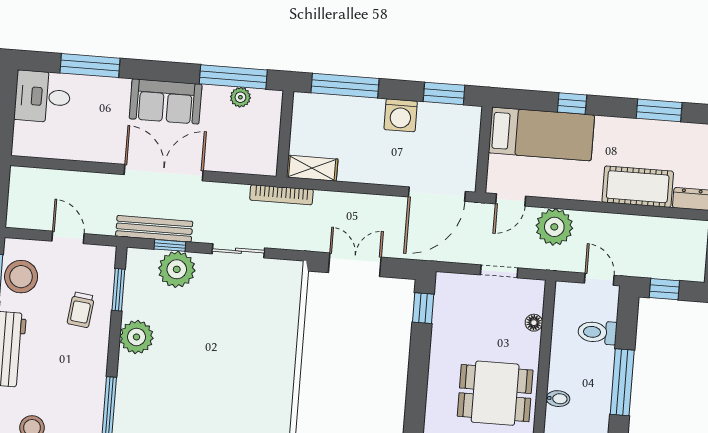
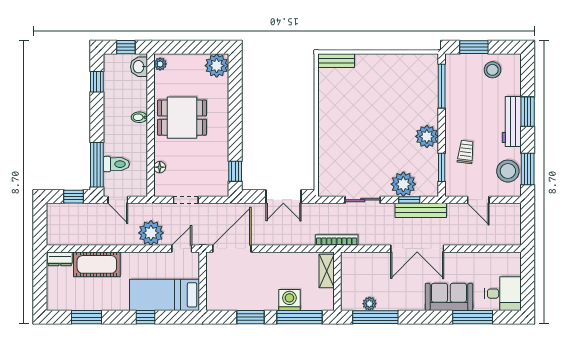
window: (444, 93) -> (251, 317), moved
sofa: (166, 101) -> (449, 297), moved
washing machine: (401, 115) -> (289, 300), moved
shelving: (312, 168) -> (327, 271), moved, turned 90
window: (622, 382) -> (97, 165), moved

